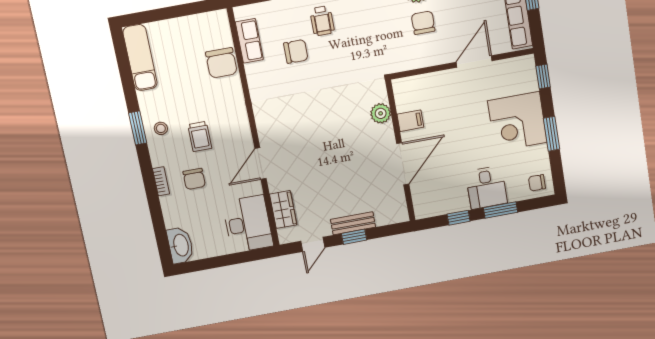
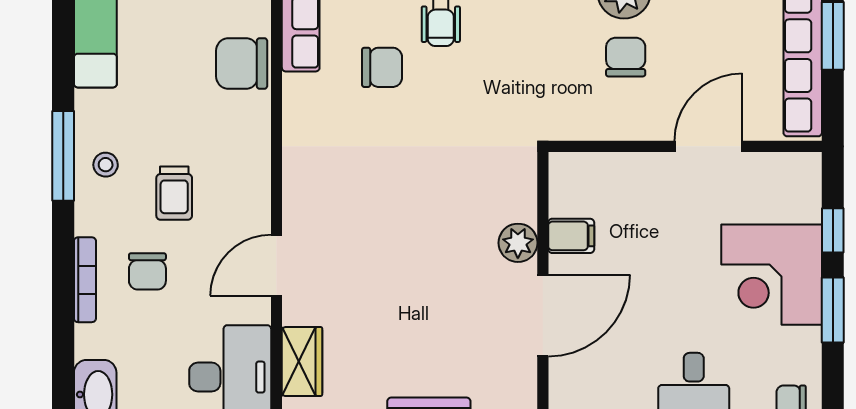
chair: (221, 63) -> (242, 63), turned 90
window: (543, 76) -> (833, 230), moved
plant: (381, 113) -> (518, 243), moved
window: (138, 128) -> (63, 156), width x1.44
bookcase: (161, 181) -> (85, 280), width x1.56

